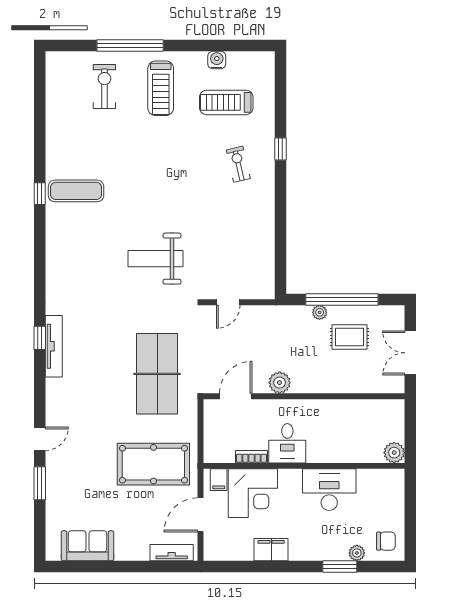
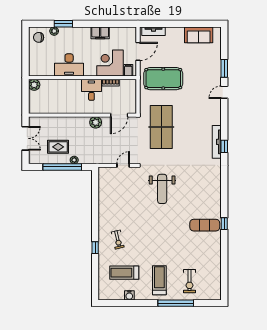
treadmill: (226, 102) -> (124, 273), turned 180
weight bench: (156, 259) -> (162, 189), turned 90

